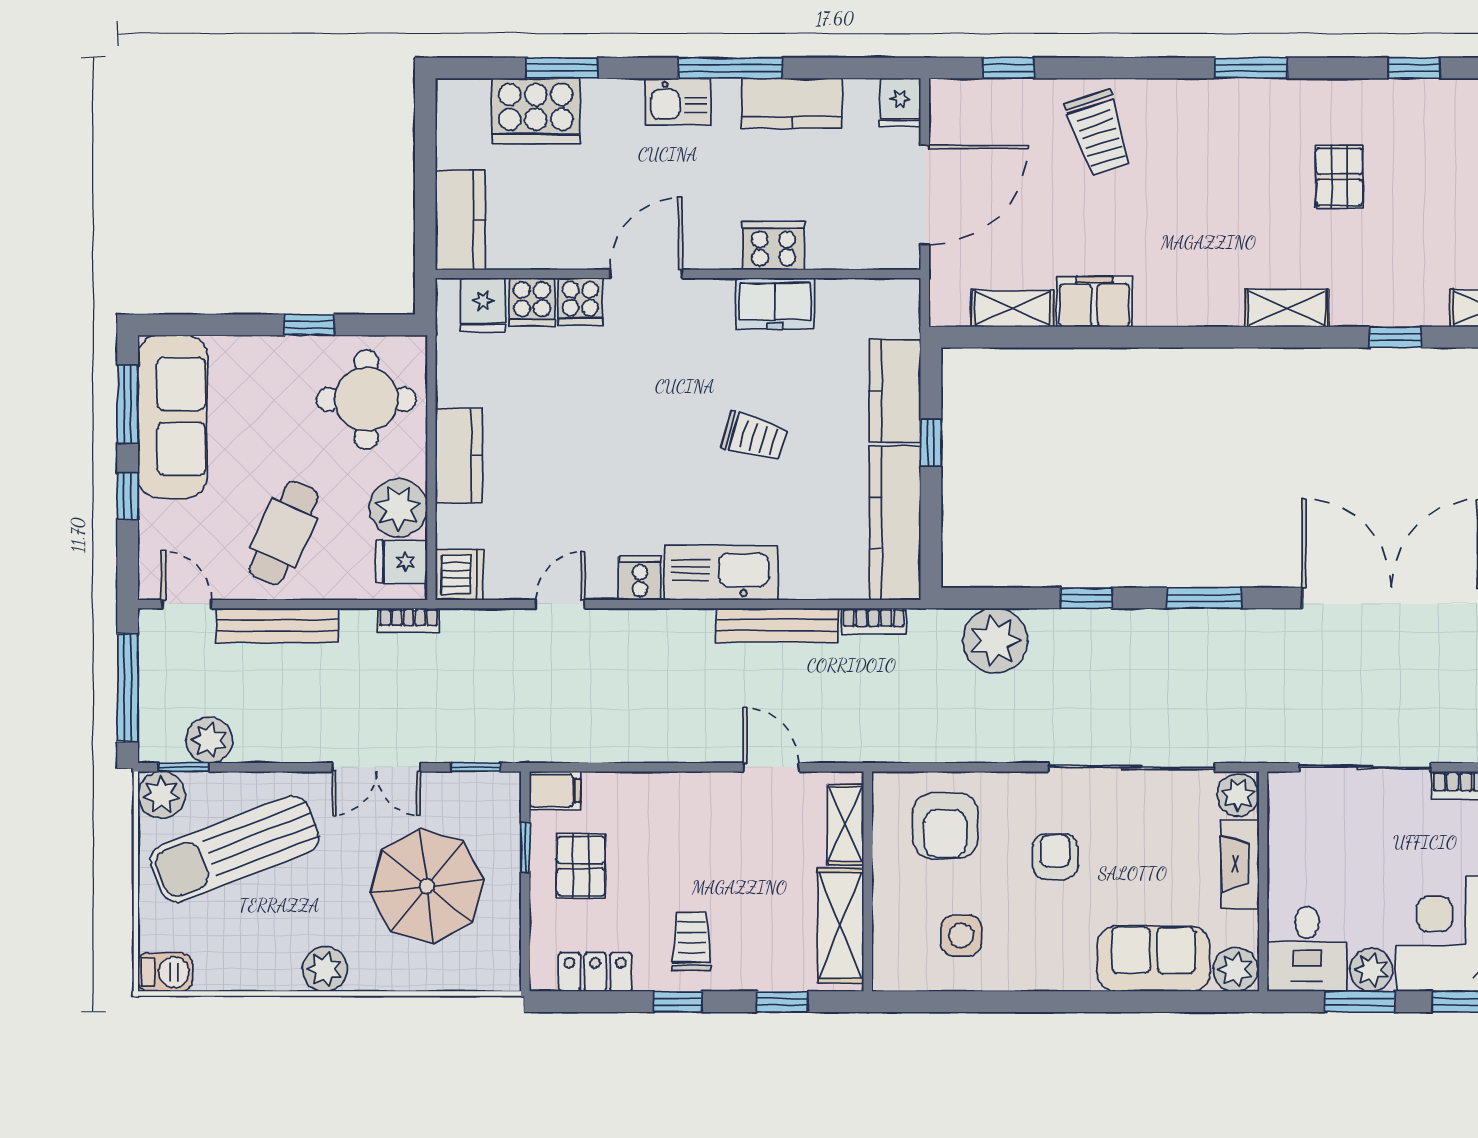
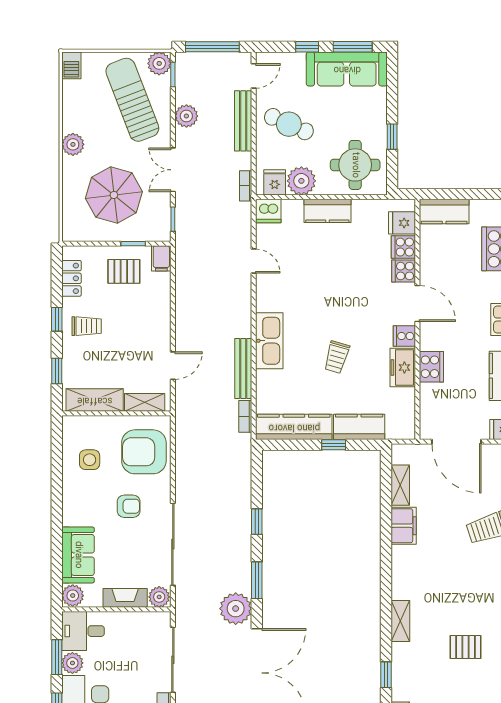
cooker: (640, 578) -> (404, 336), moved, turned 180
plant: (995, 641) -> (236, 609), moved
plant: (209, 740) -> (186, 116), moved
armchair: (945, 826) -> (144, 452), width x1.36, depth x1.36

